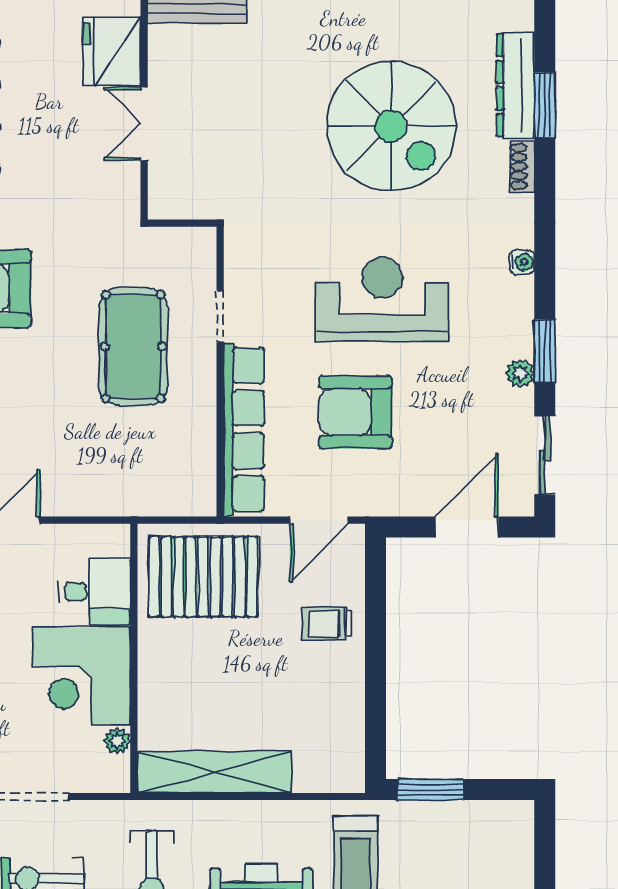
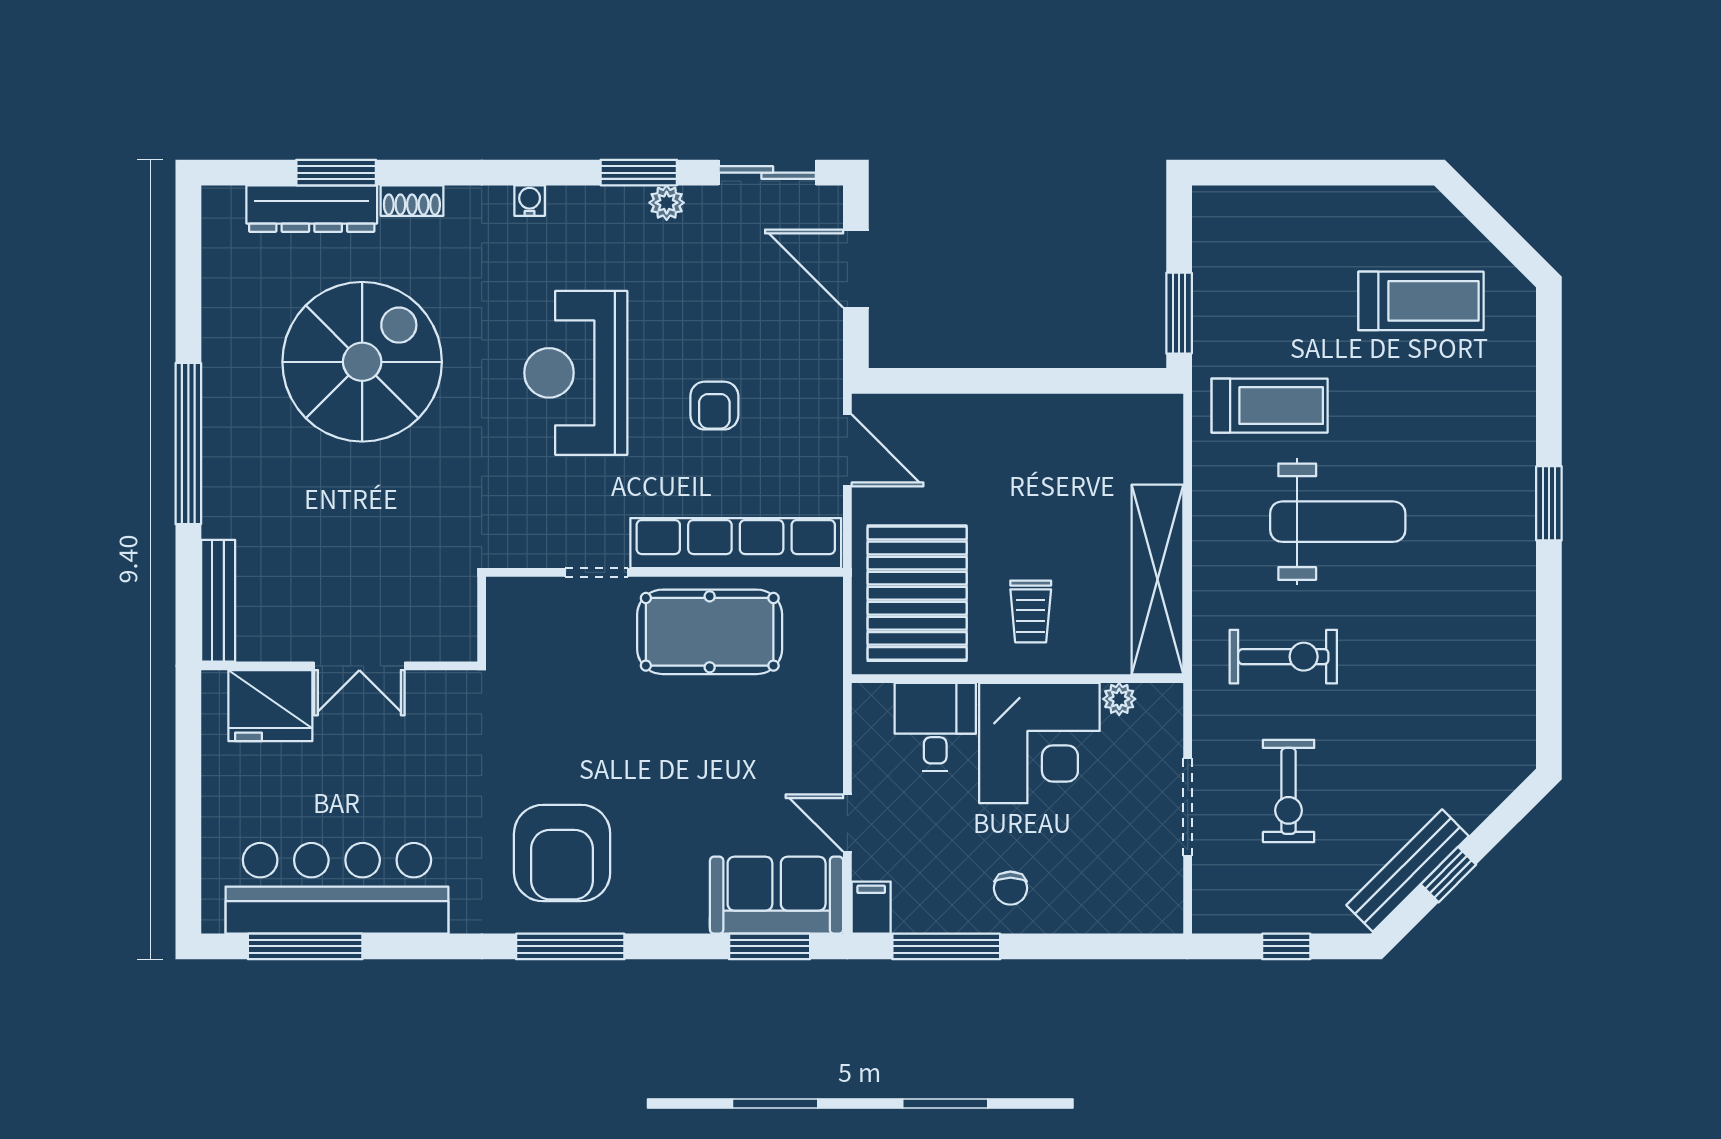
pool table: (133, 346) -> (710, 632), moved
armchair: (356, 412) -> (714, 406), width x0.53, depth x0.53
trolley: (327, 624) -> (1031, 611), moved

